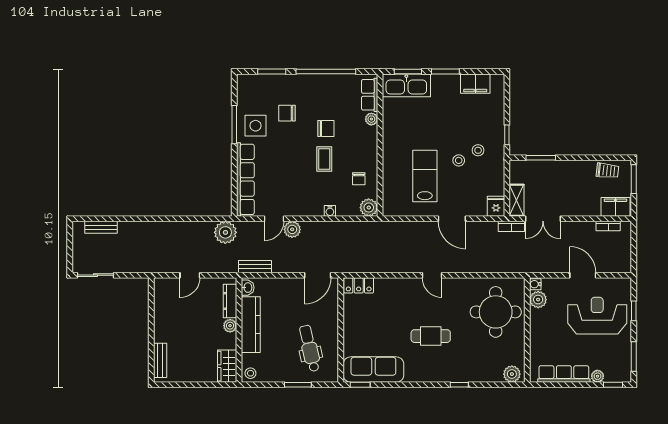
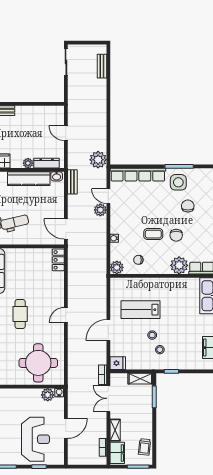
plant: (371, 119) -> (179, 265), width x1.88, depth x1.88
lab bench: (425, 176) -> (140, 310), turned 180
shelving: (516, 200) -> (140, 379), moved
shelving: (585, 210) -> (115, 430), added

